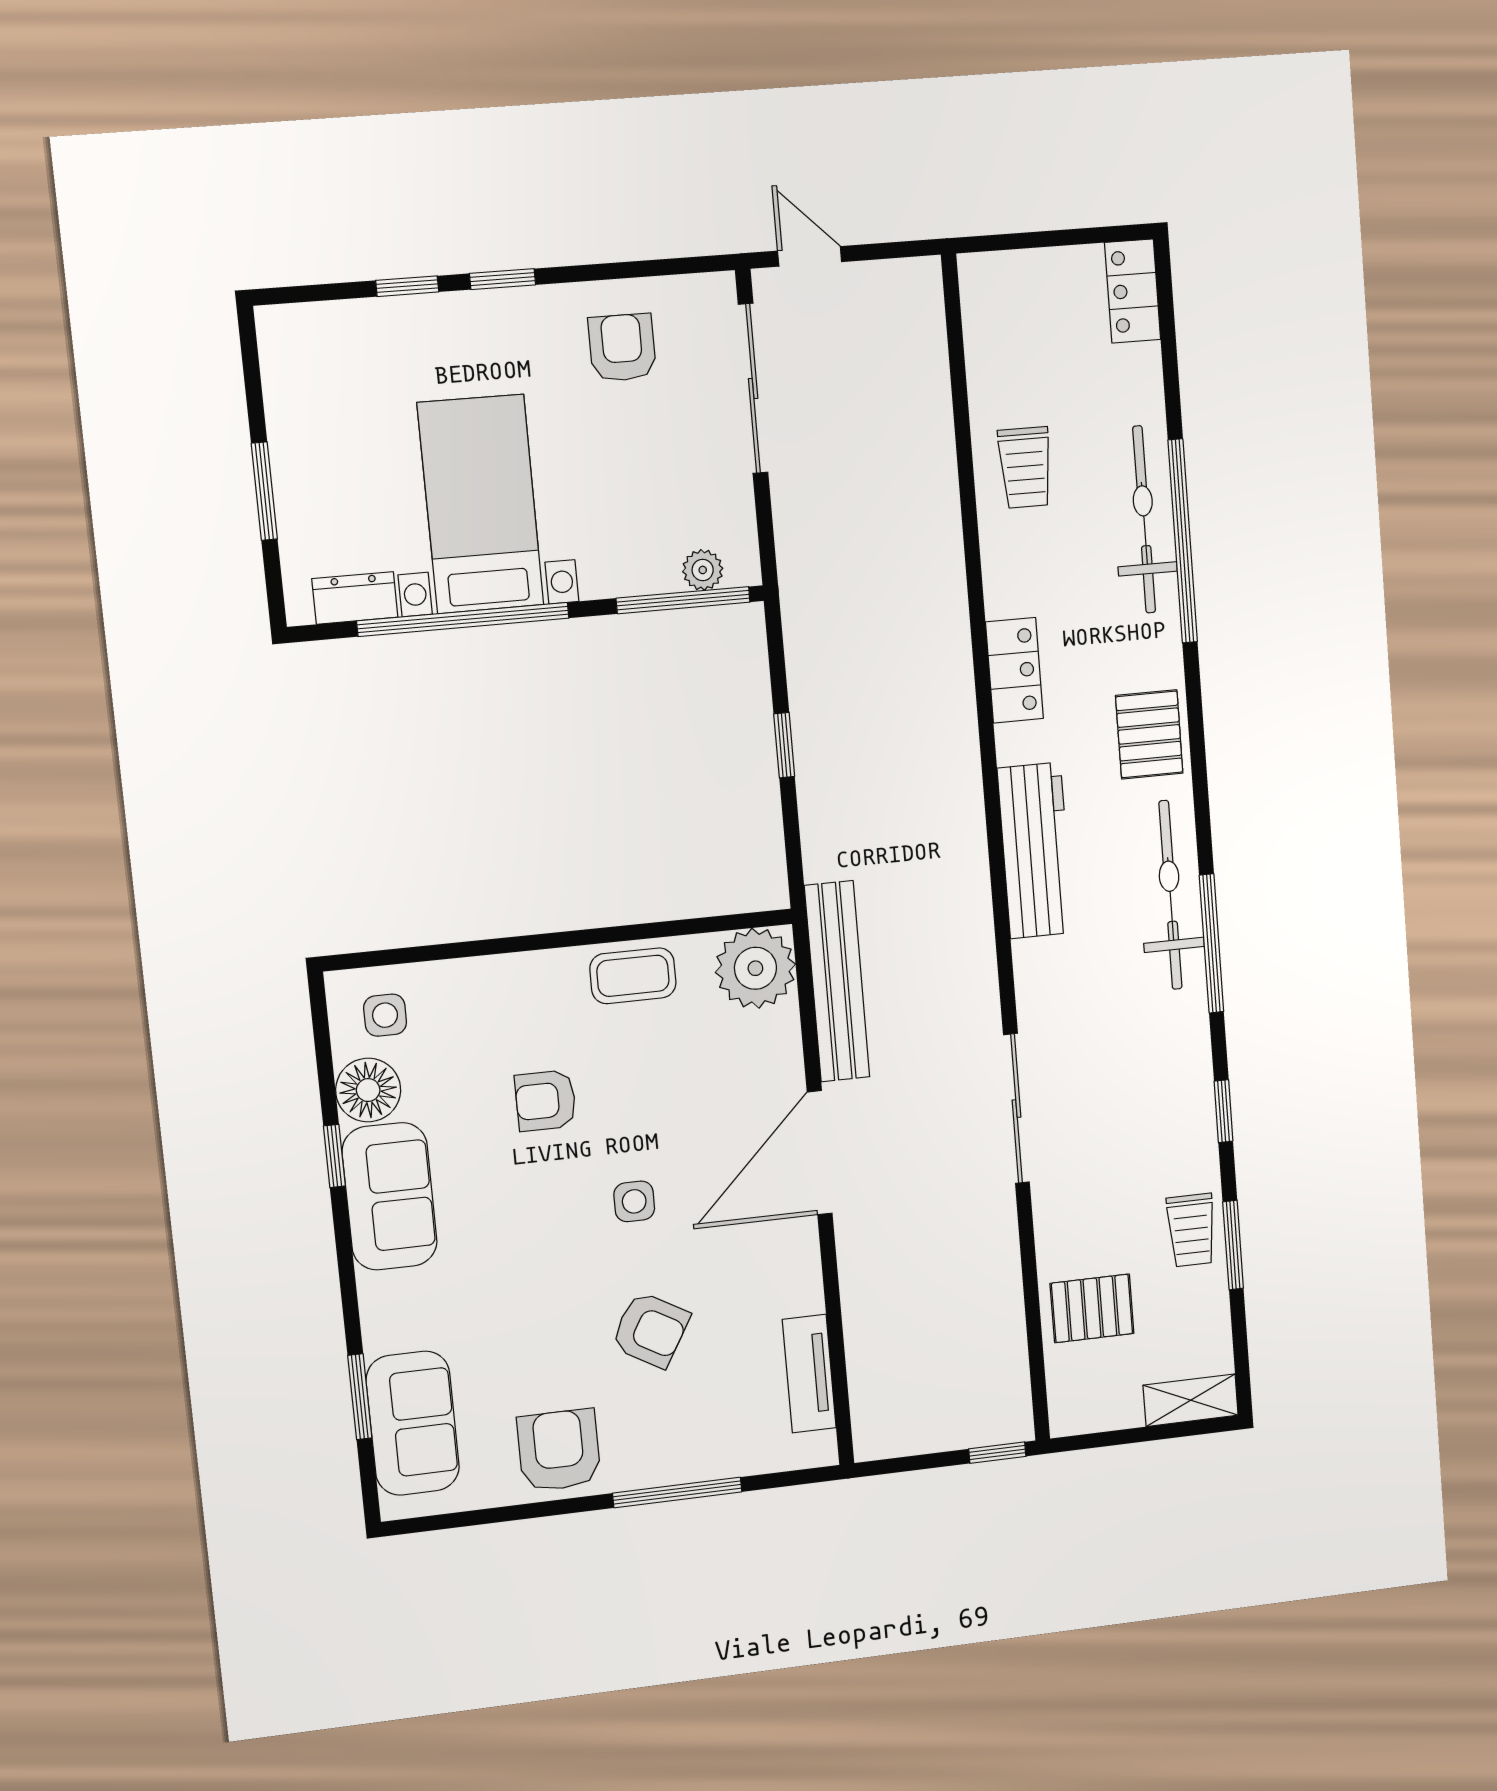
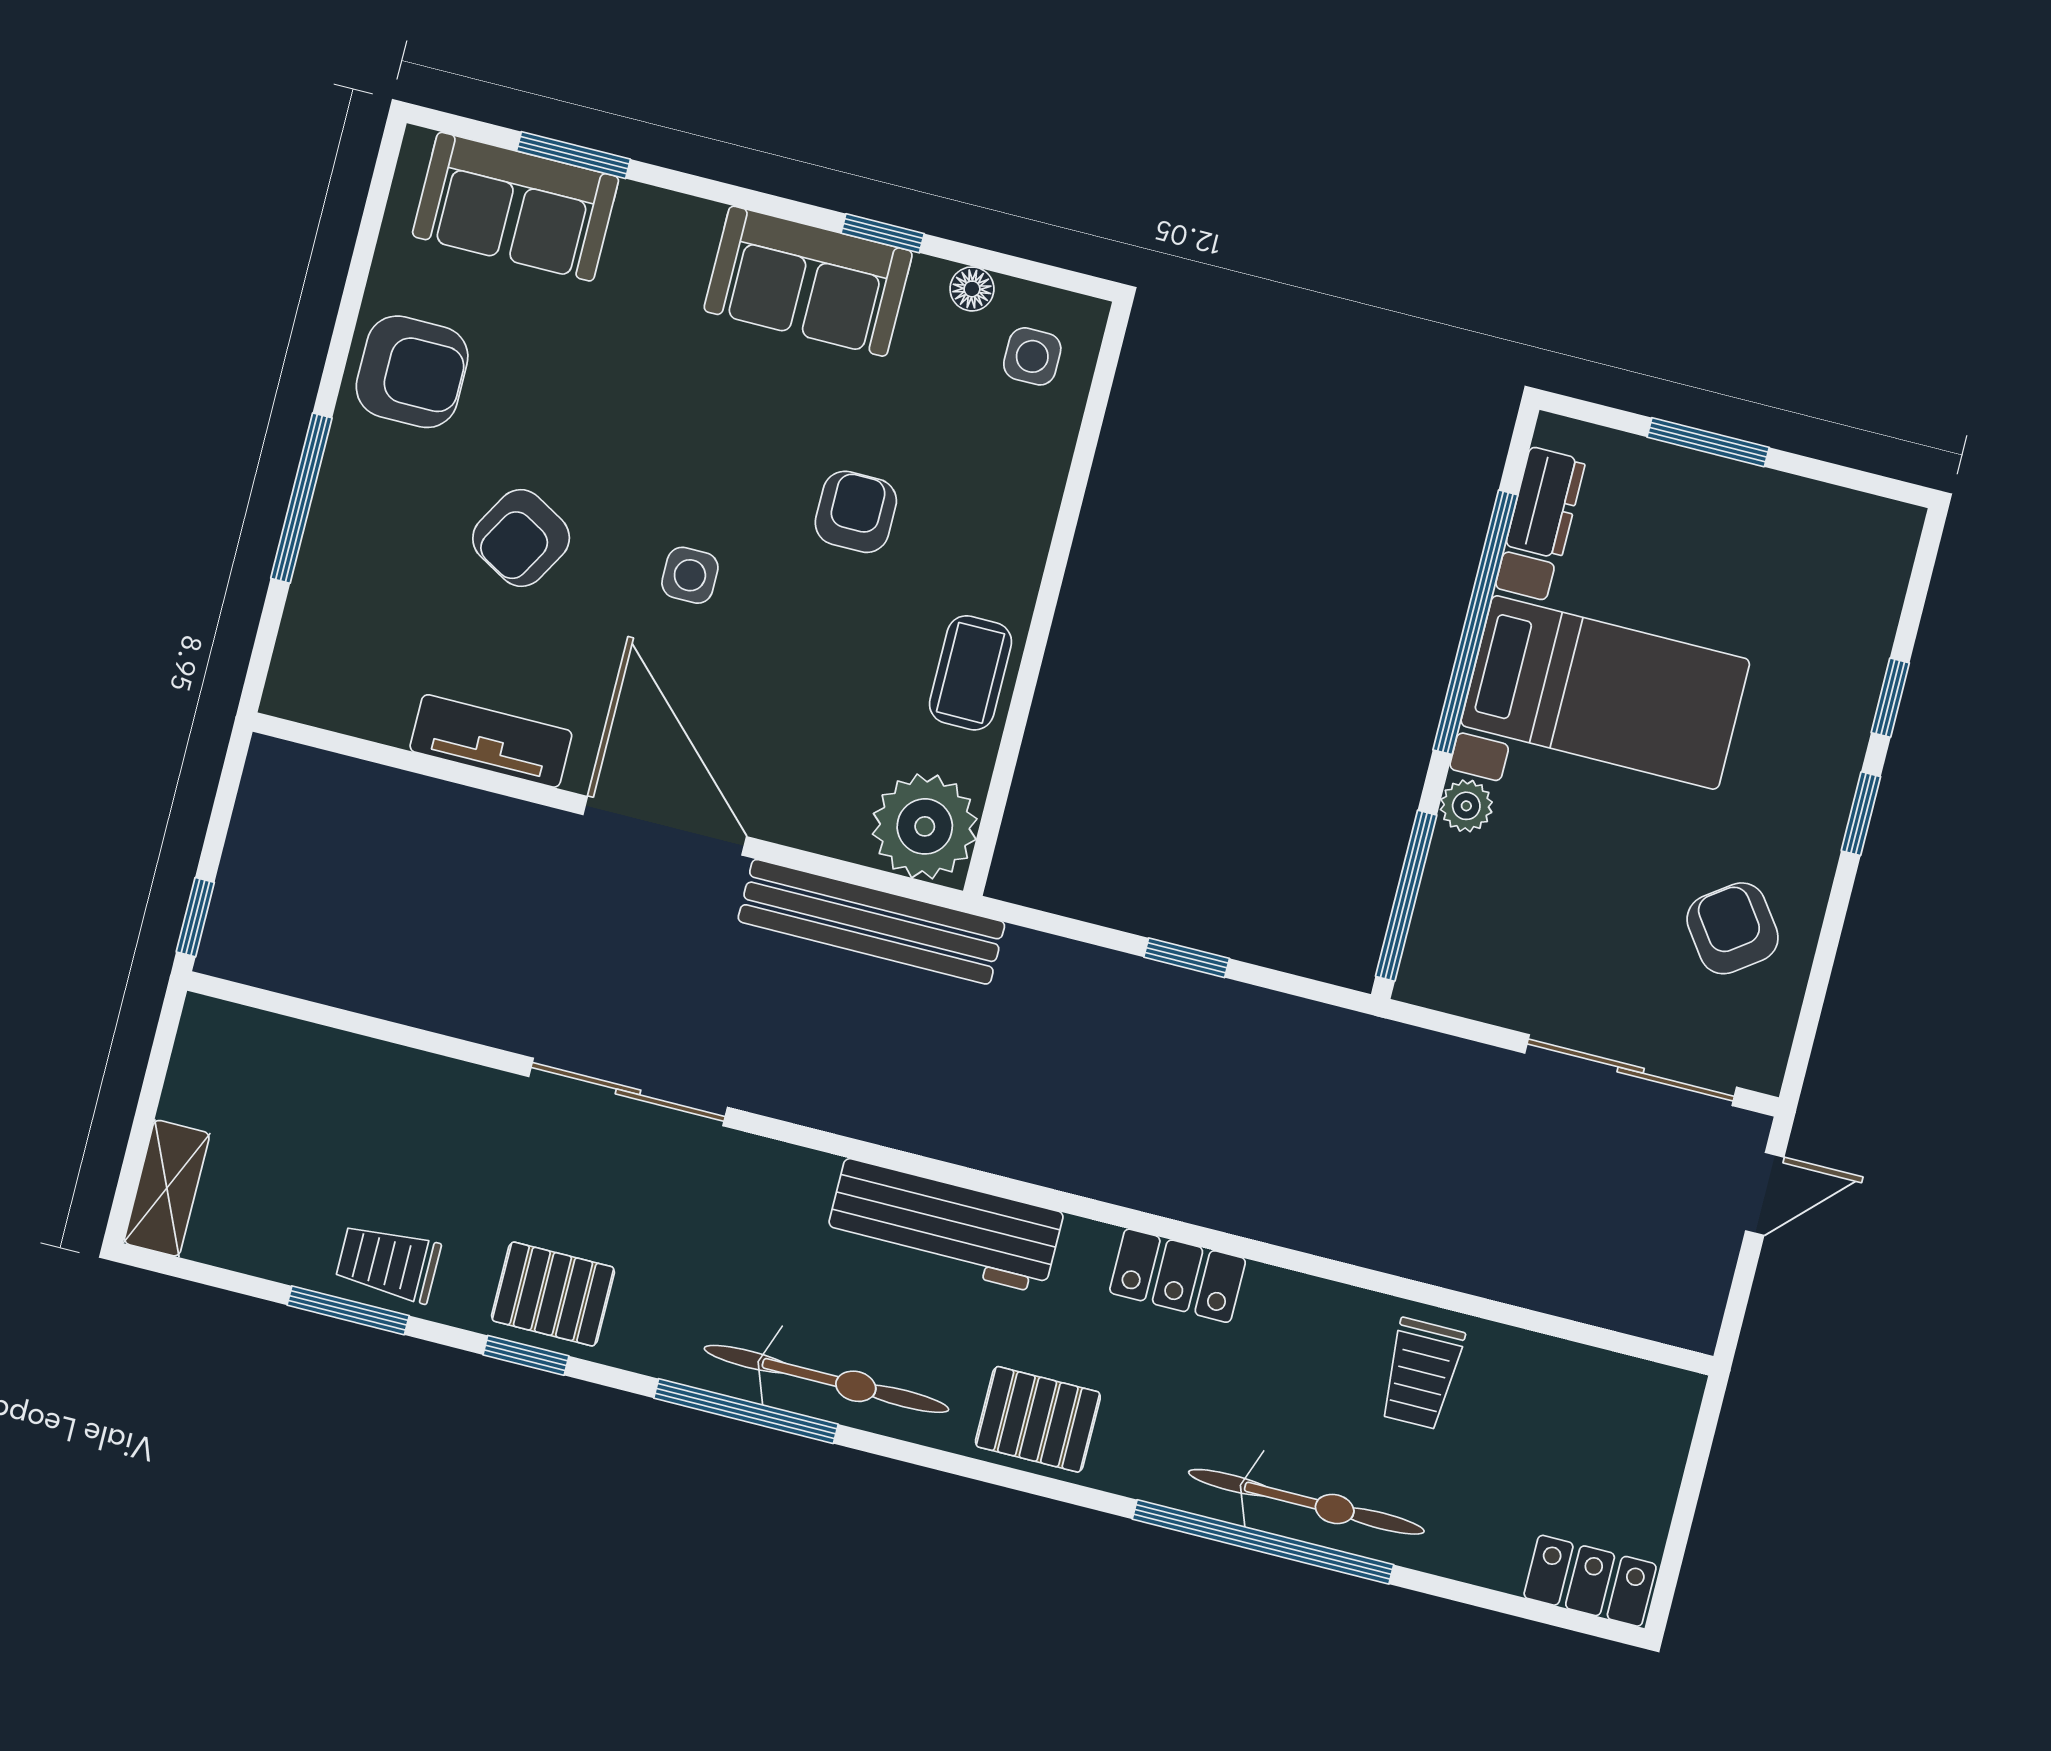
armchair: (622, 348) -> (1733, 928), turned -126
trolley: (1025, 467) -> (1421, 1374), turned -90
plant: (703, 570) -> (1466, 806), moved
floor lamp: (368, 1090) -> (972, 289), width x0.53, depth x0.53
pallet: (1092, 1308) -> (553, 1294), moved, turned 90
tv unit: (809, 1374) -> (491, 741), moved

